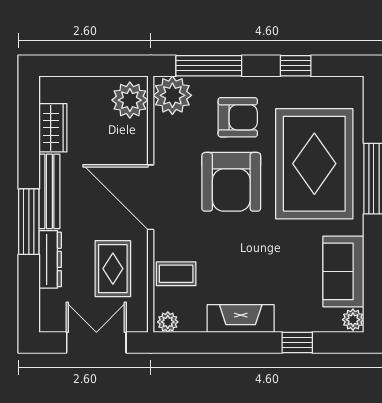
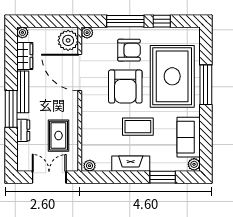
window: (209, 66) -> (125, 21), moved
plant: (49, 86) -> (22, 32), added
plant: (172, 95) -> (87, 33), width x0.53, depth x0.53
door: (151, 197) -> (80, 72), moved
dresser: (50, 259) -> (23, 130), width x0.70
coffee table: (176, 274) -> (138, 127), moved, width x1.36, depth x1.30
window: (297, 342) -> (163, 177), width x1.50

